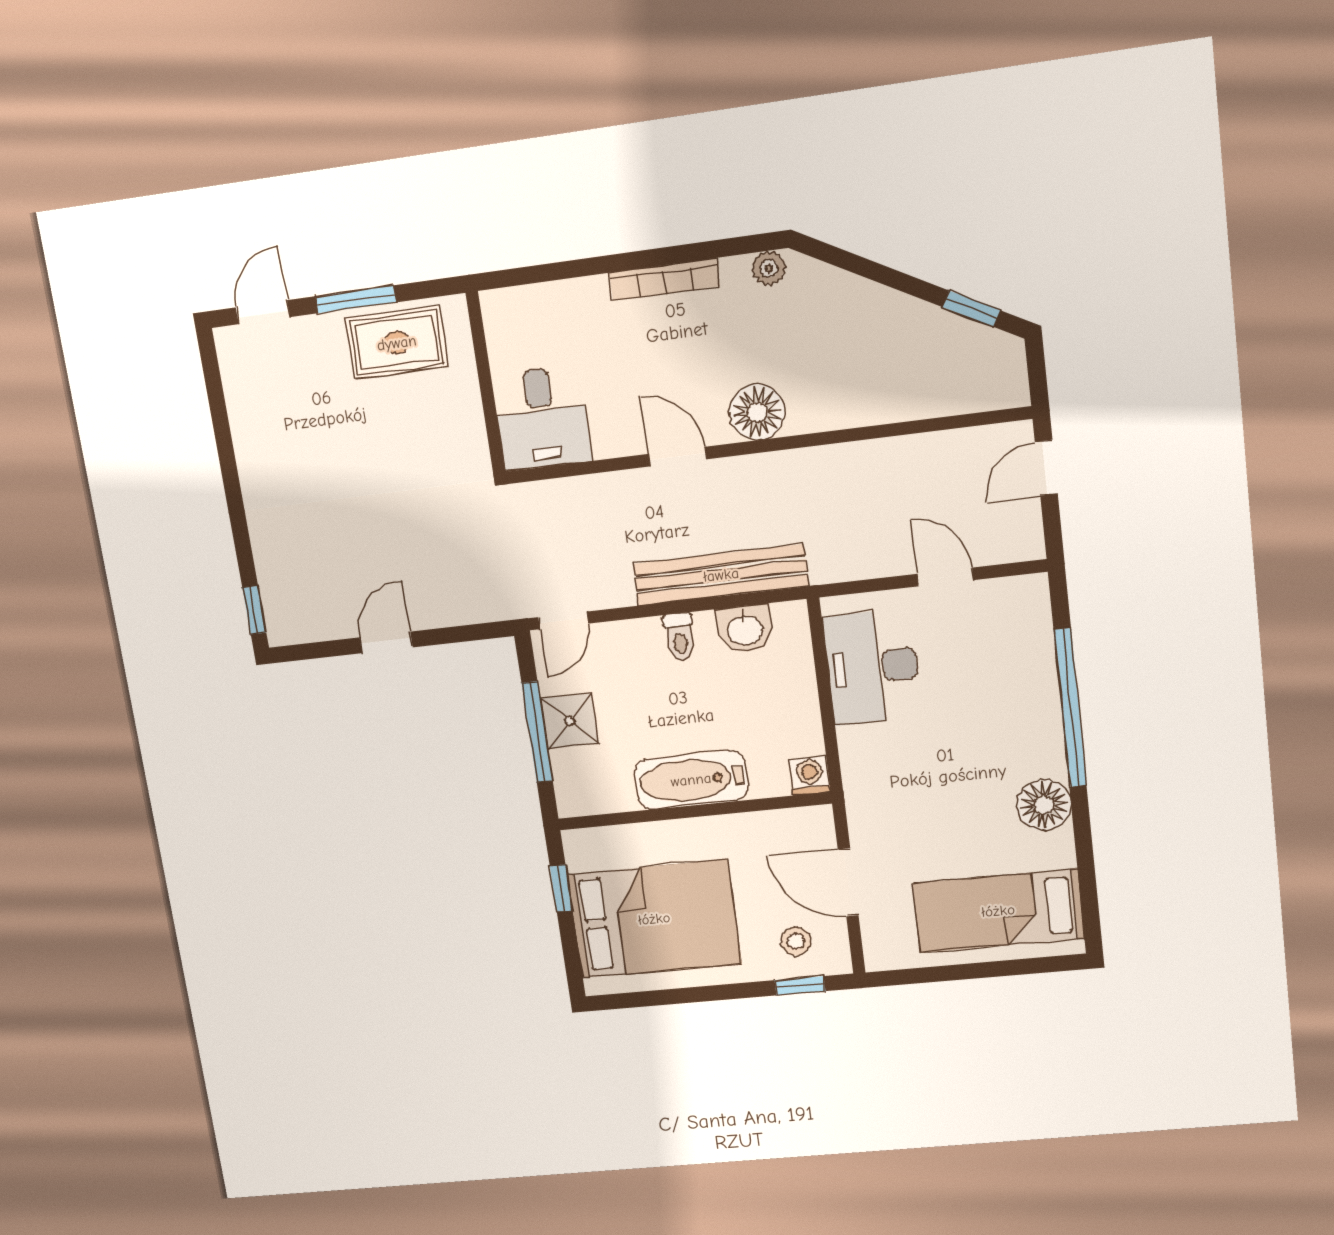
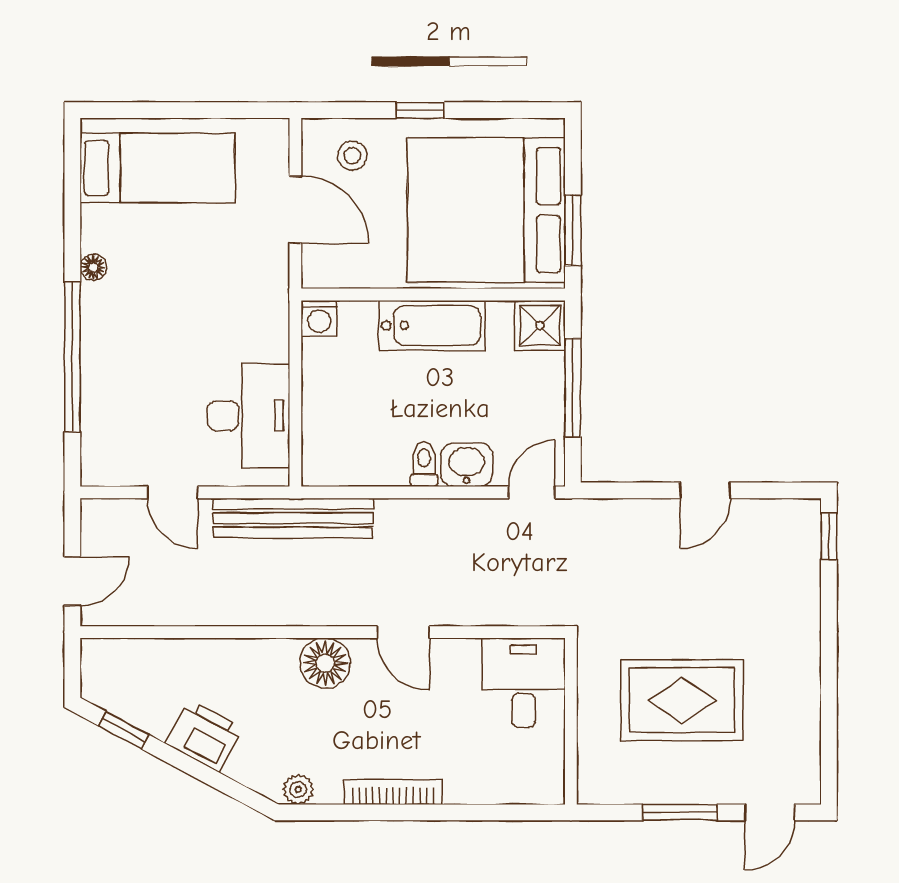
printer: (881, 315) -> (204, 736), added
rug: (397, 343) -> (682, 700), moved, width x1.36, depth x1.43
bench: (721, 575) -> (293, 518), moved
washbasin: (745, 629) -> (467, 465), moved
shower: (570, 721) -> (540, 325), moved
floor lamp: (1044, 805) -> (93, 267), width x0.53, depth x0.53
window: (561, 888) -> (573, 230), width x1.50
bed: (654, 919) -> (486, 210), width x1.36
window: (800, 986) -> (420, 110), moved

